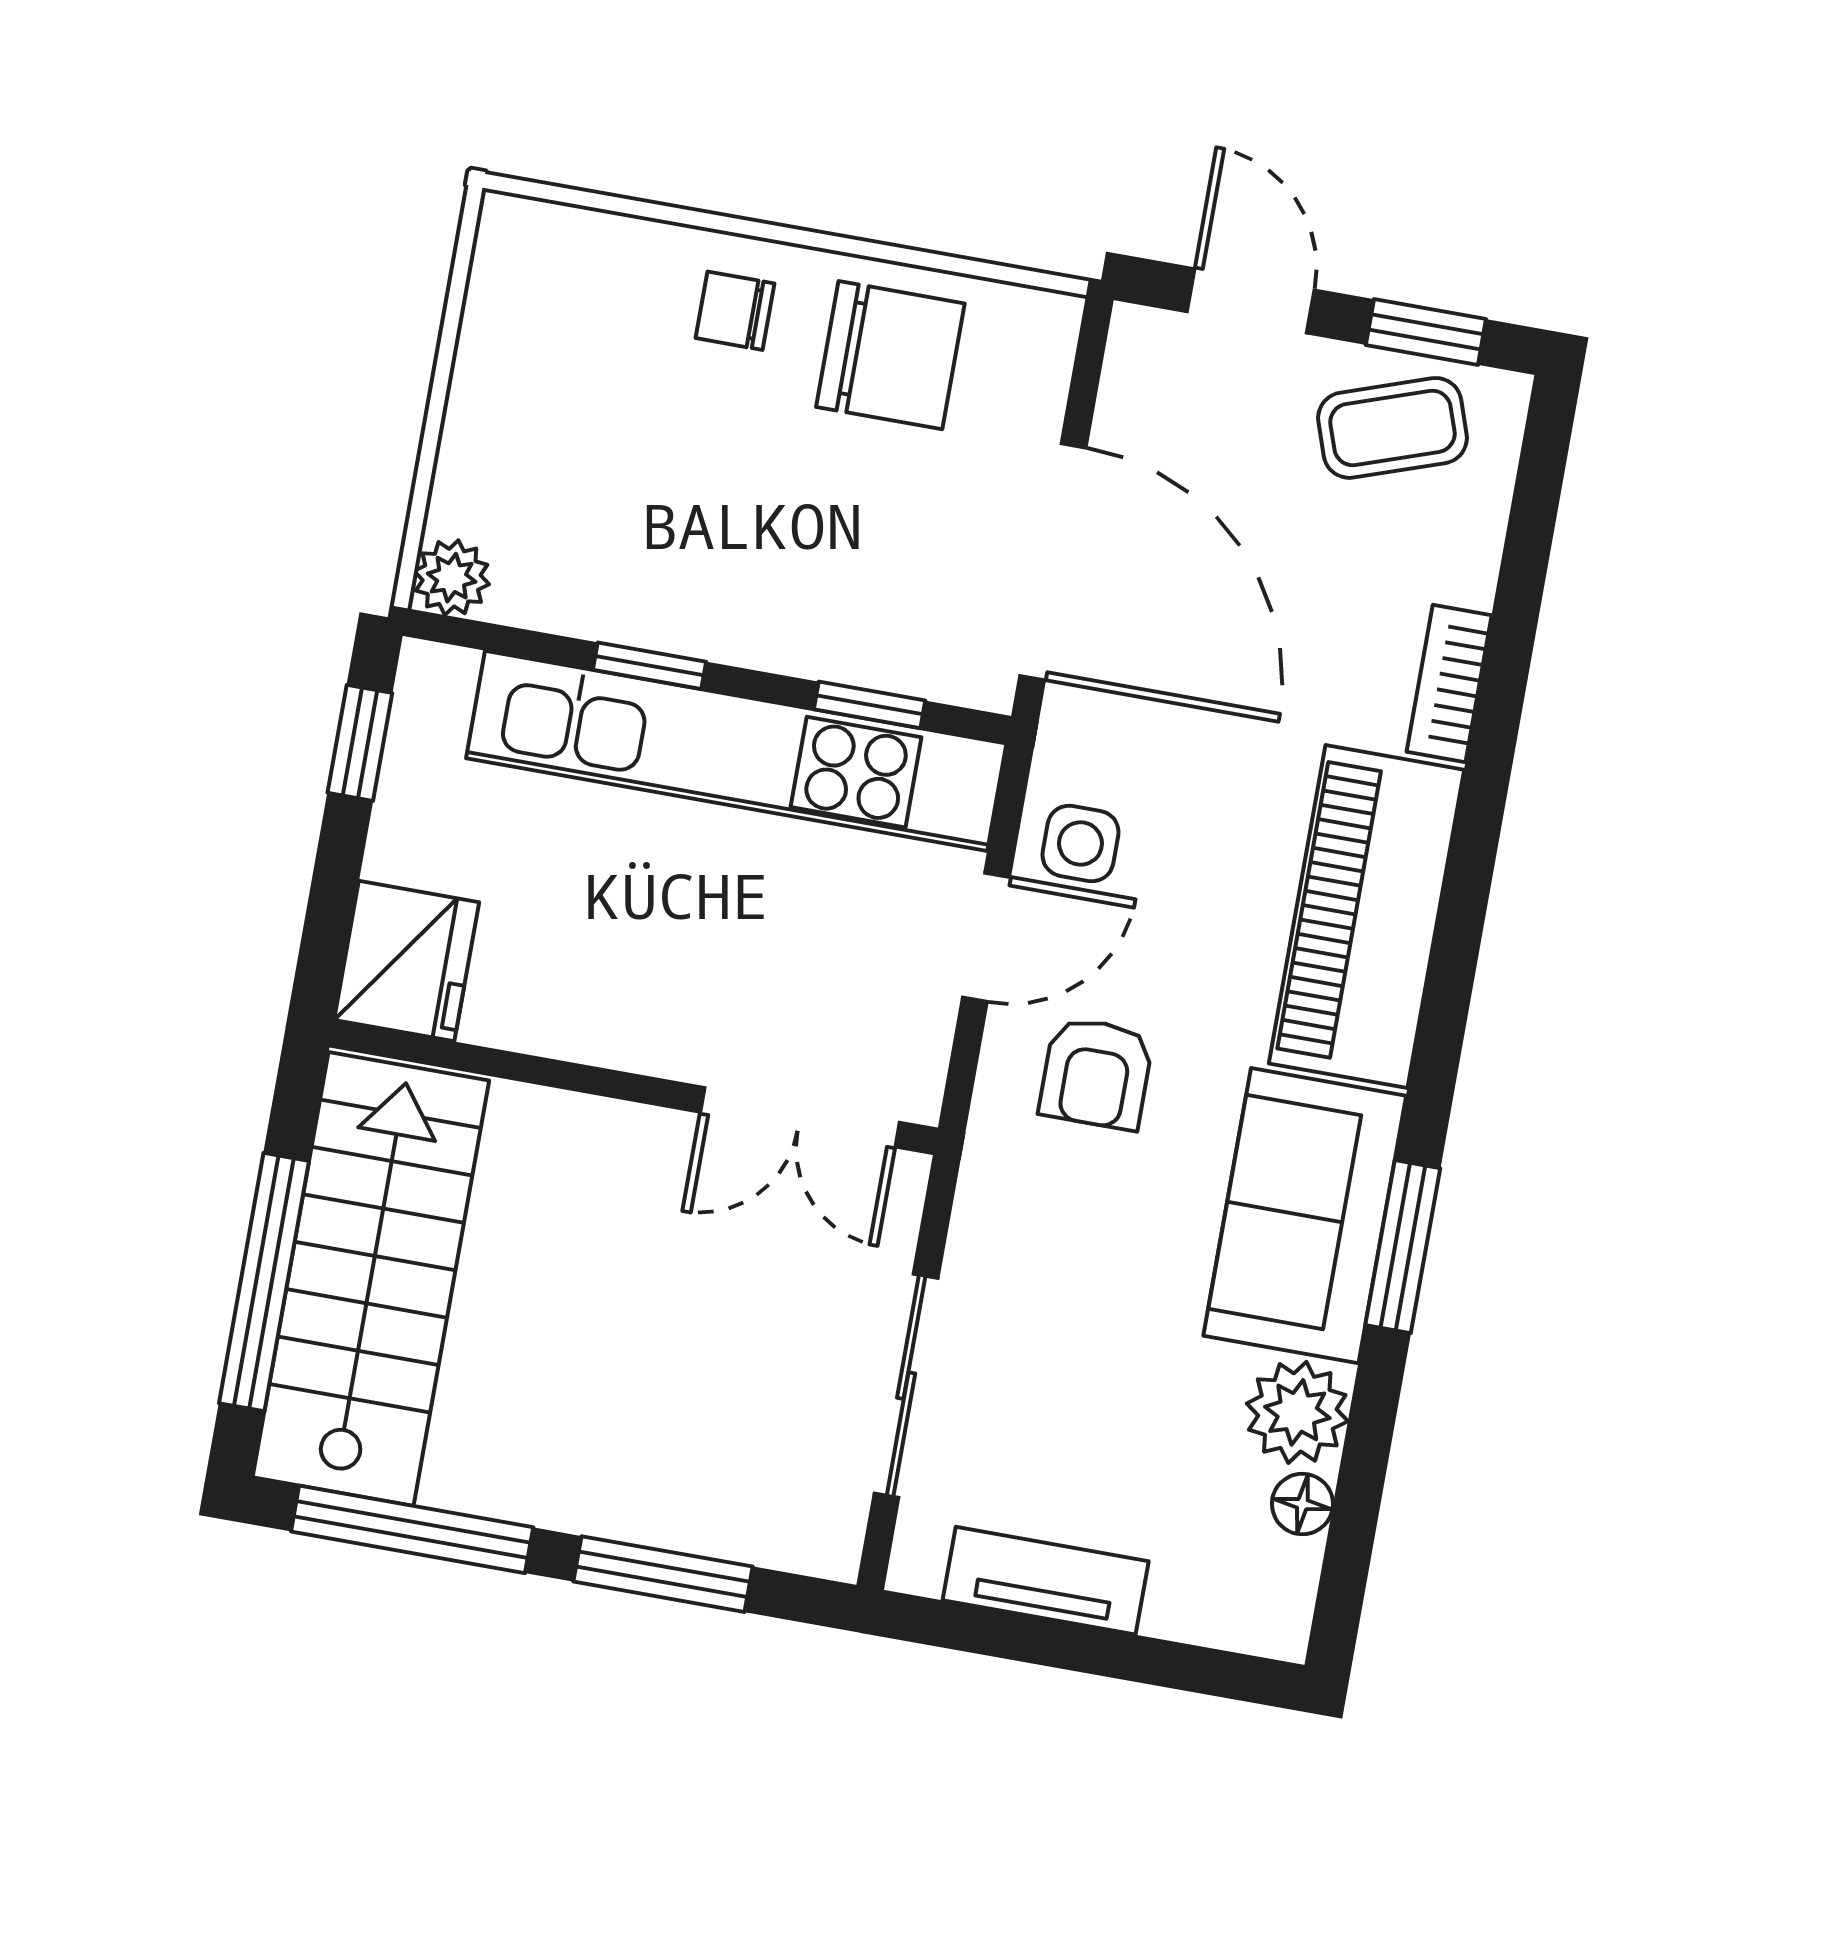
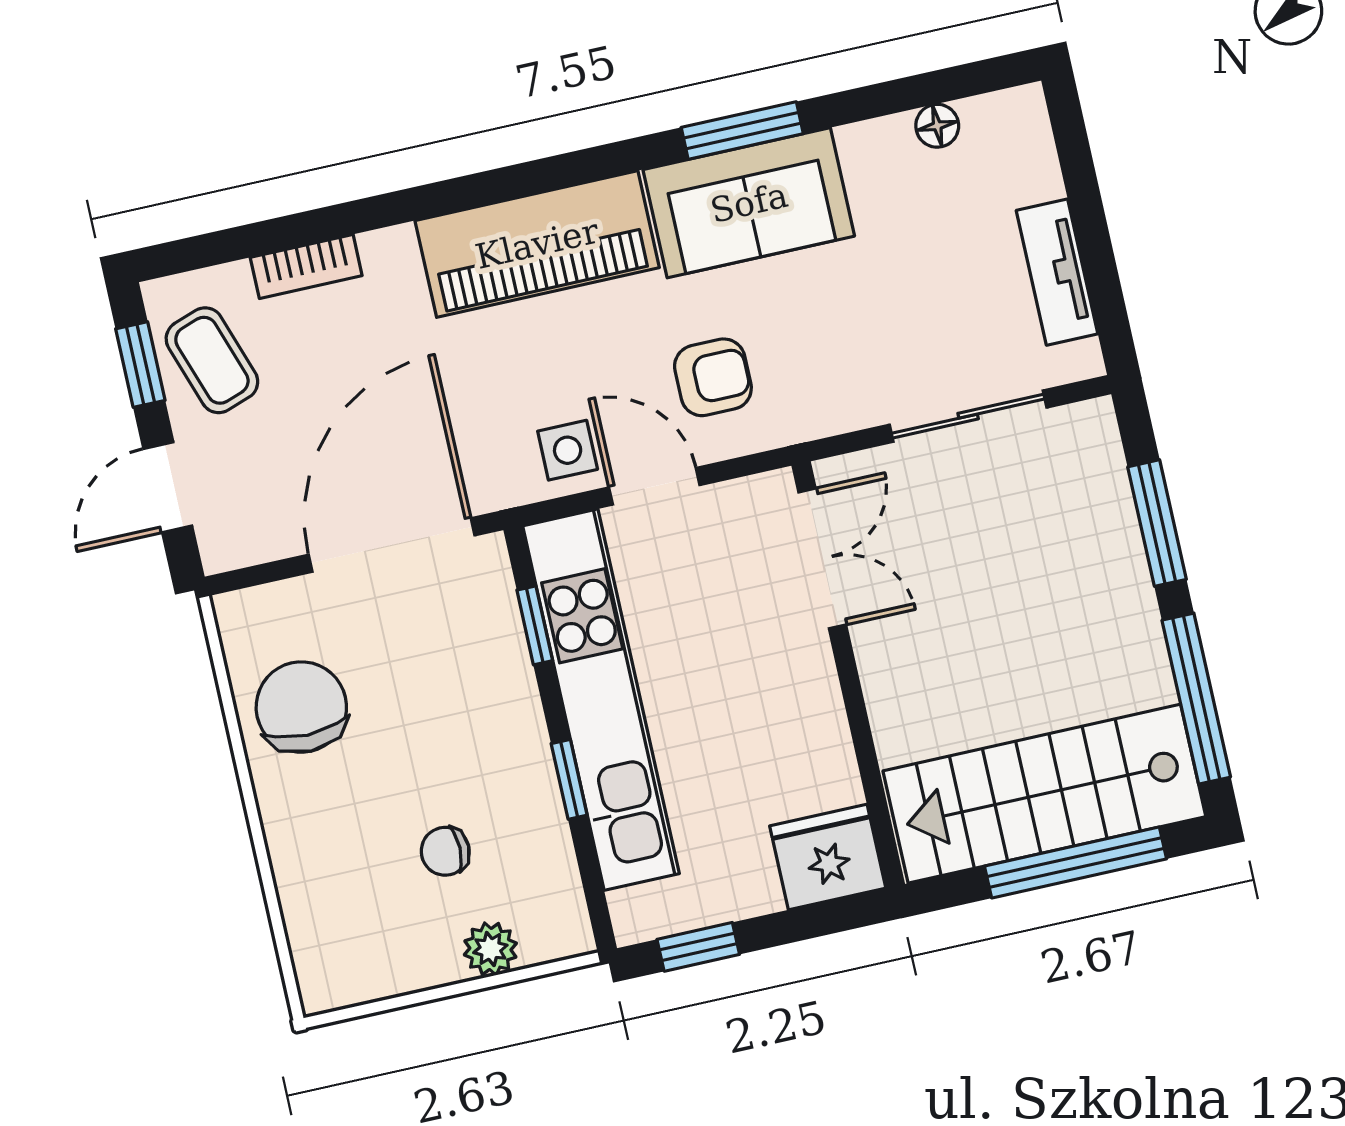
chair: (735, 311) -> (445, 851), moved, turned 90
plant: (452, 578) -> (490, 949), moved
bookcase: (1449, 683) -> (306, 266), moved
plant: (1297, 1412) -> (879, 154), removed

